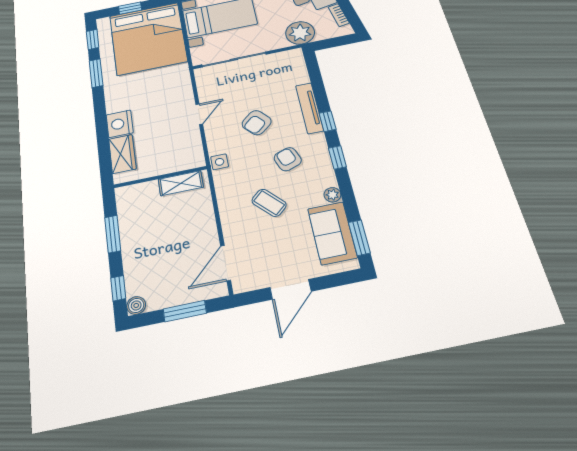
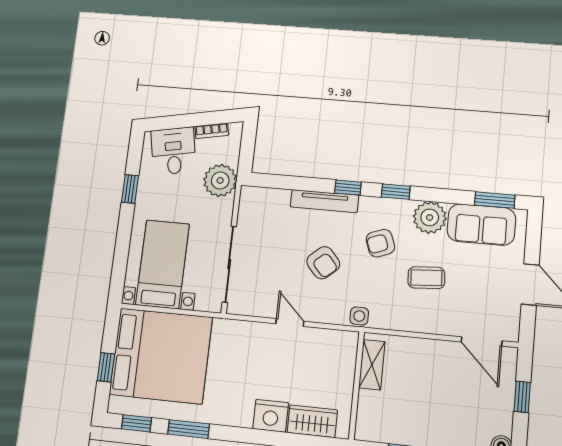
plant: (332, 195) -> (430, 217), width x1.87, depth x1.87
coffee table: (269, 203) -> (426, 278), turned 39
window: (185, 311) -> (522, 397), width x0.67

